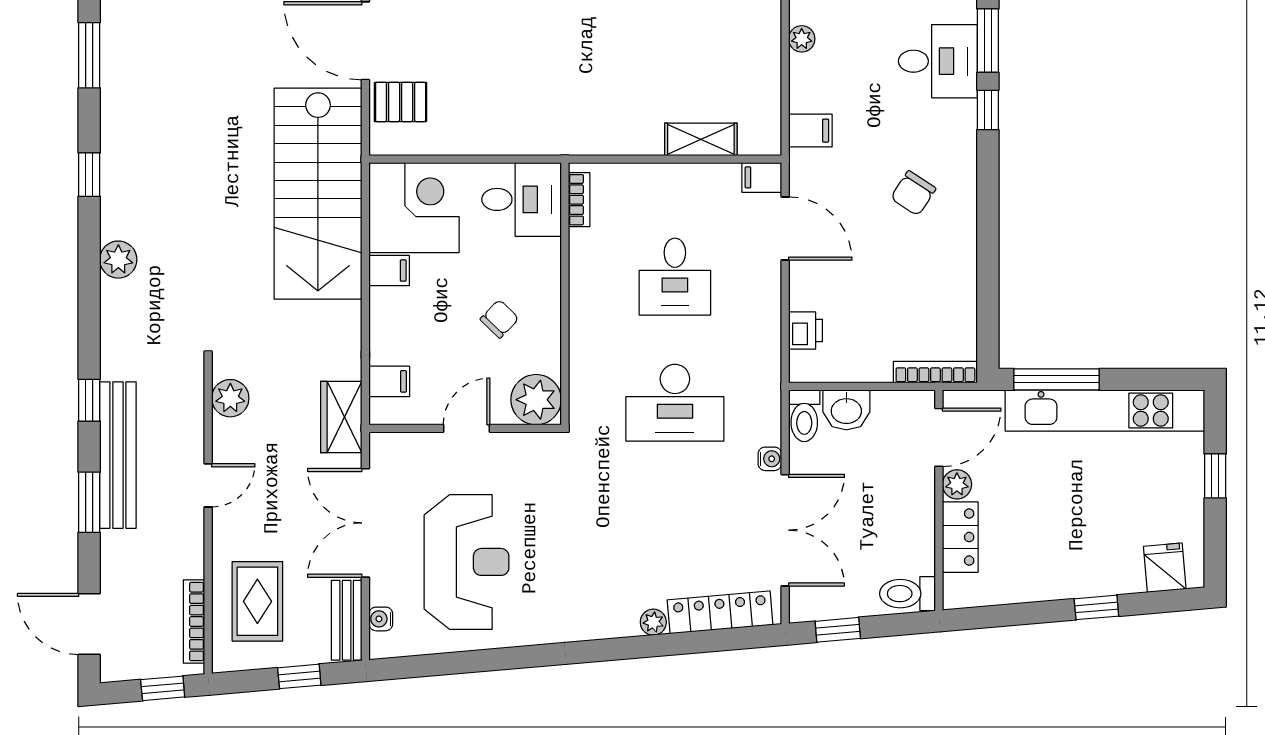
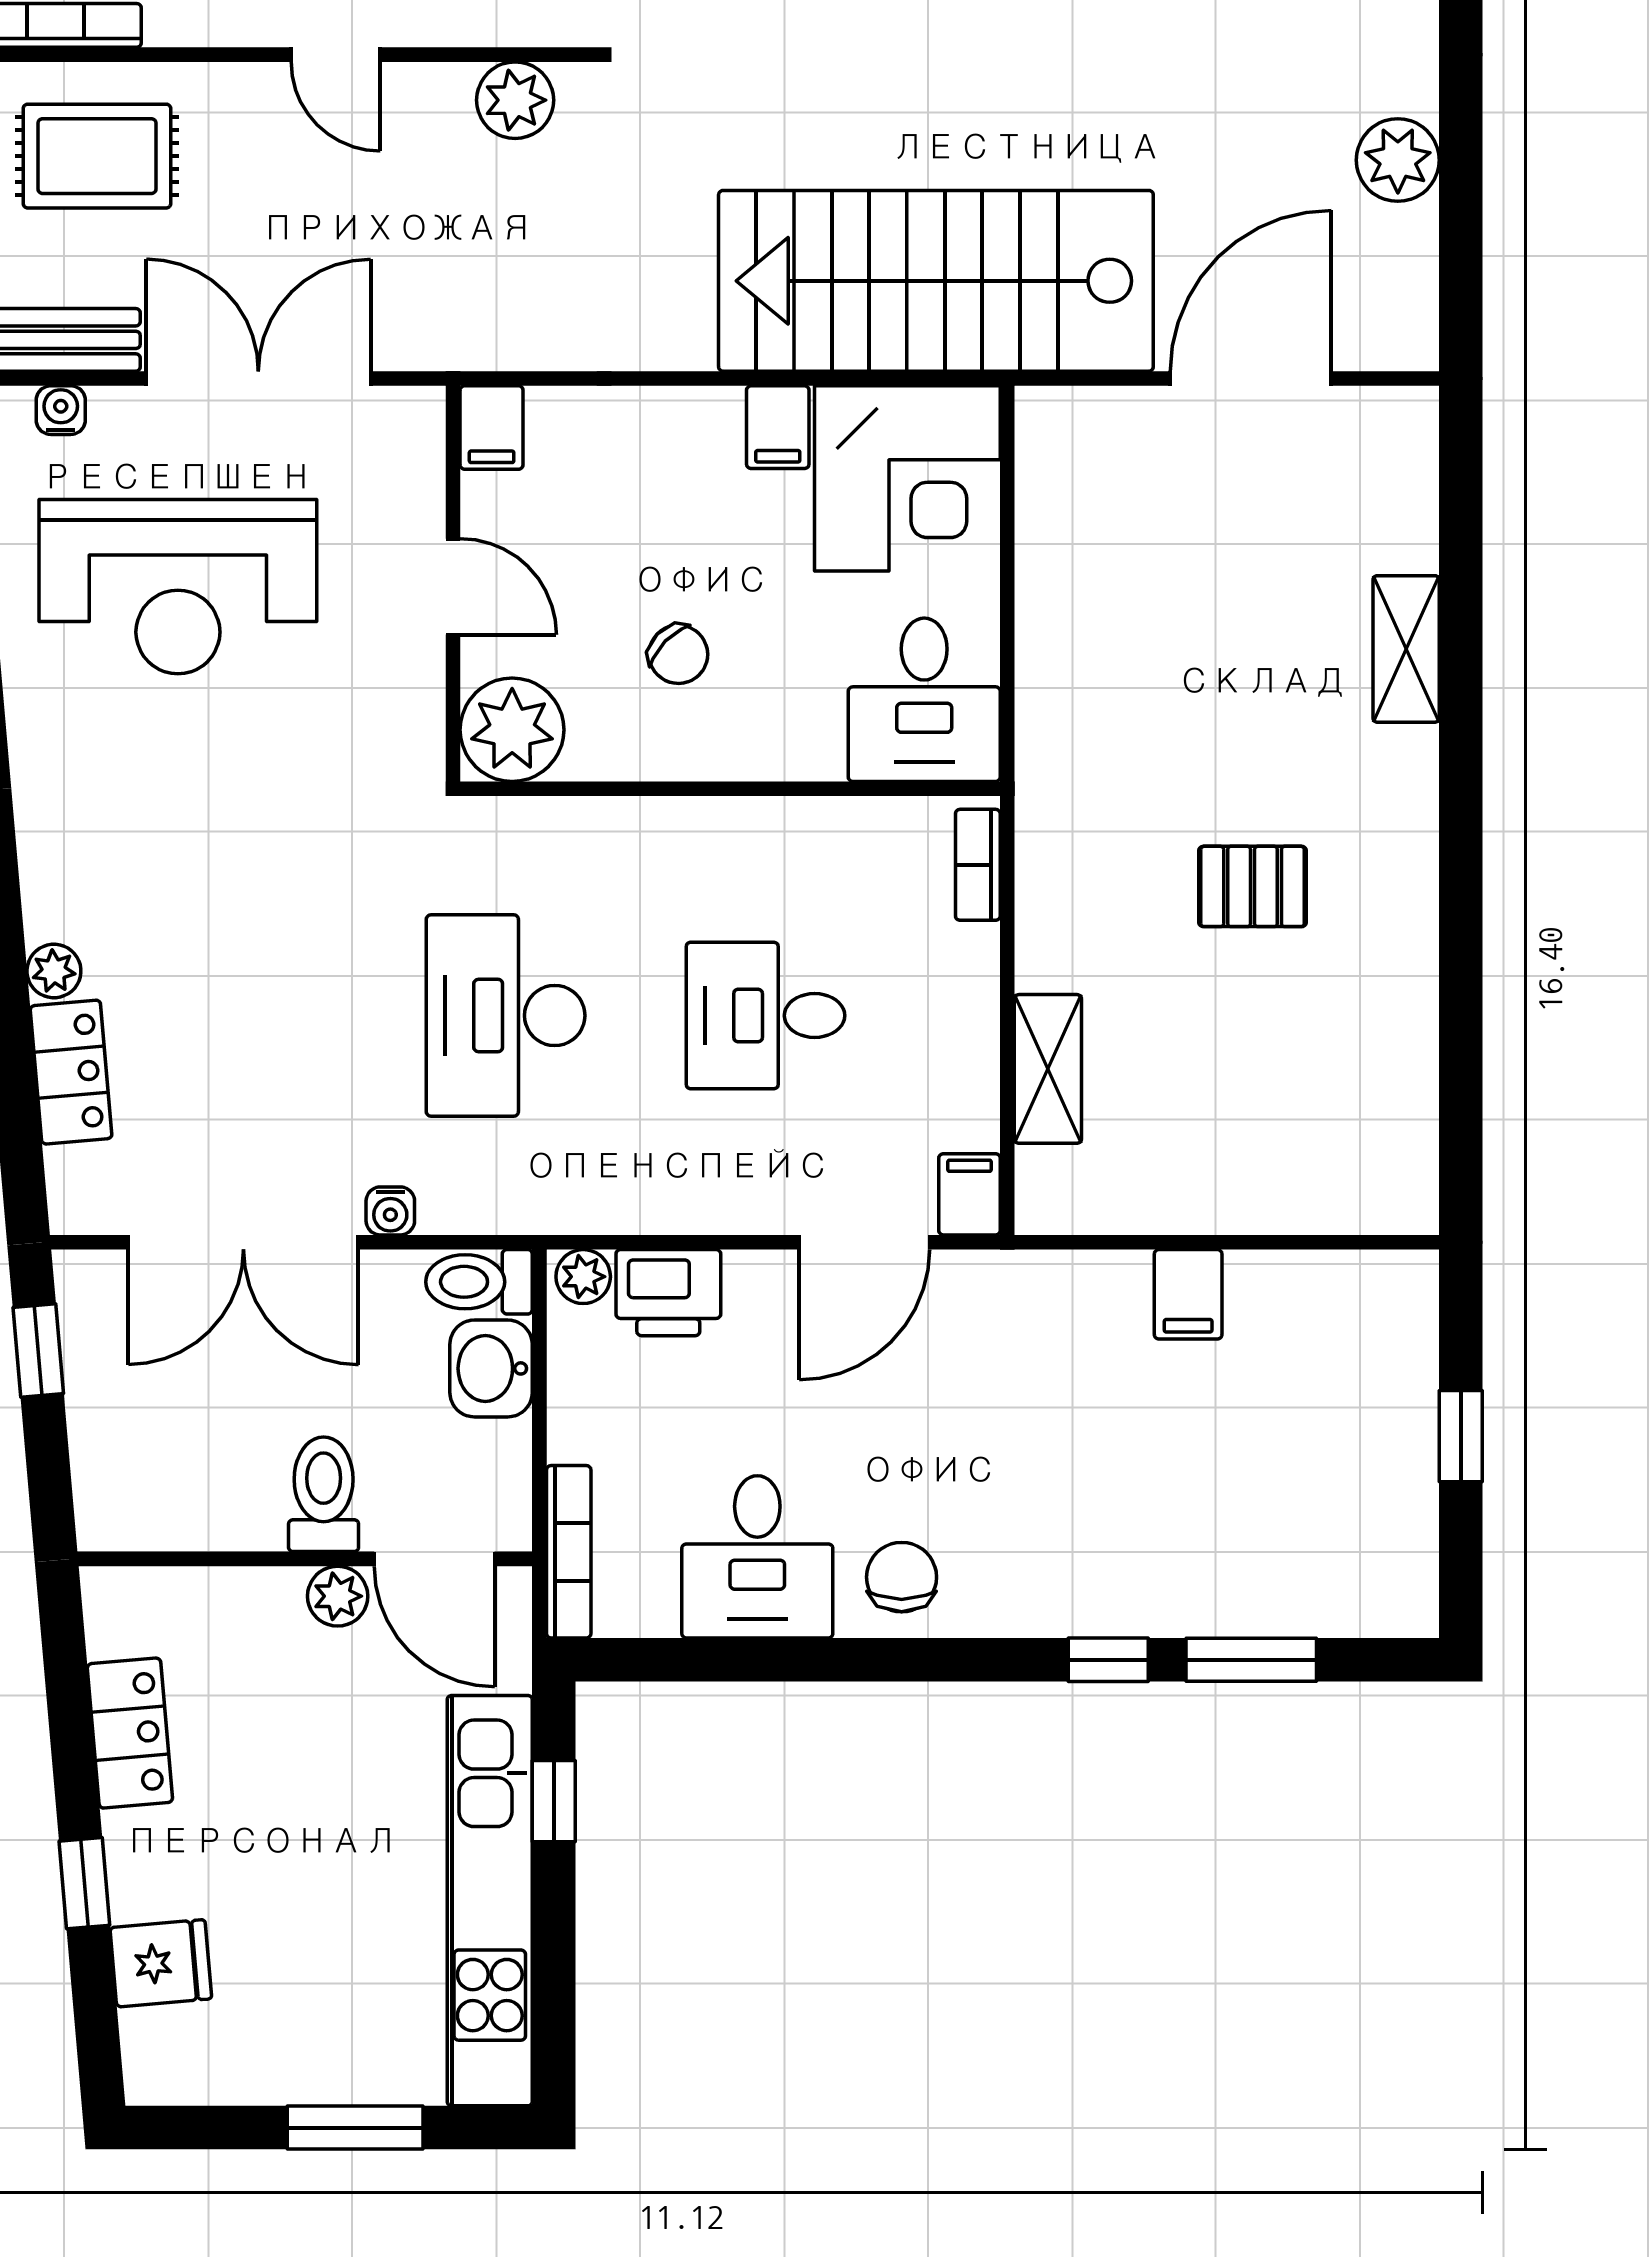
plant: (802, 39) -> (583, 1277), moved
desk: (938, 61) -> (757, 1557), moved
pallet: (401, 102) -> (1253, 886), moved, turned 90
filing cabinet: (810, 131) -> (1188, 1294), moved
chair: (913, 193) -> (902, 1577), moved, turned 57
bookcase: (579, 200) -> (978, 865), moved, turned 90
printer: (805, 331) -> (668, 1293), width x1.36, depth x1.24
window: (1057, 379) -> (554, 1801), width x0.46
filing cabinet: (389, 381) -> (492, 428), moved
wardrobe: (341, 417) -> (476, 329), removed
window: (1215, 476) -> (355, 2128), width x1.50
locker: (960, 537) -> (130, 1733), moved, turned -95
fridge: (1165, 568) -> (161, 1963), moved
toilet: (907, 594) -> (324, 1494), moved
locker: (720, 612) -> (71, 1072), width x0.66

